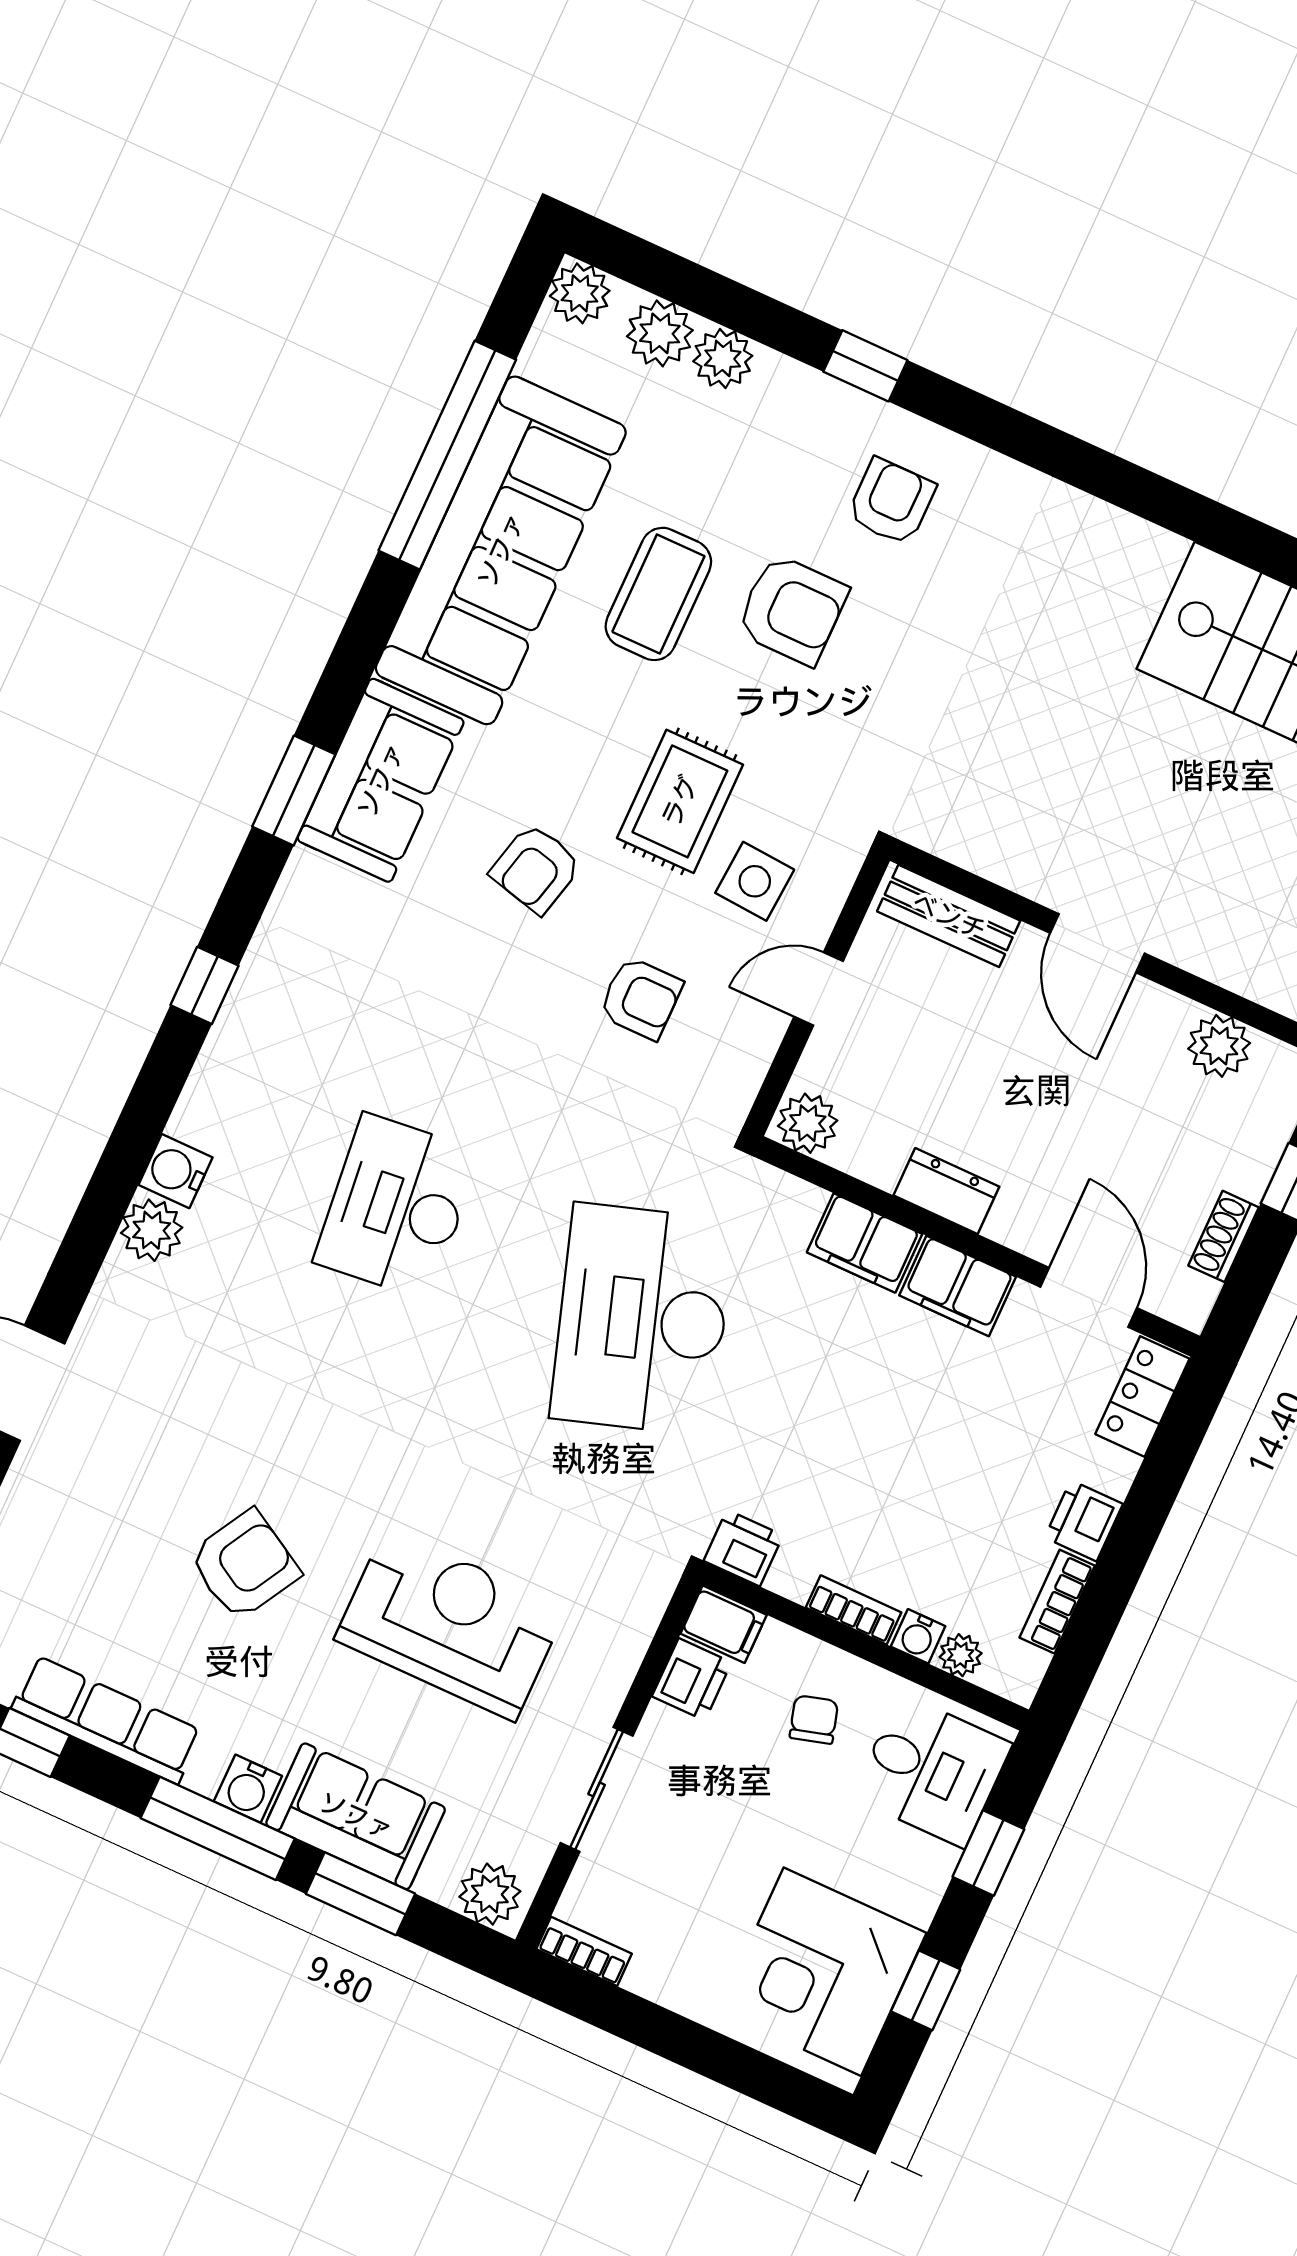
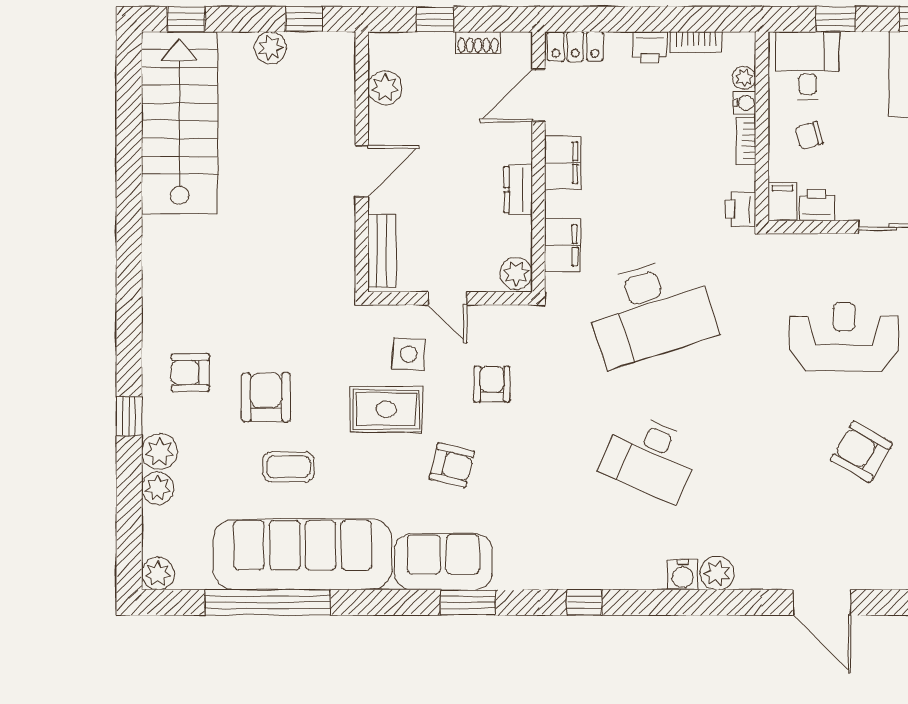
plant: (660, 333) -> (160, 452), moved
coffee table: (658, 594) -> (289, 467), width x0.73, depth x0.77
desk: (397, 1207) -> (650, 457), turned 30
filing cabinet: (865, 1243) -> (562, 245), moved
reception desk: (450, 1624) -> (844, 337), turned 90

